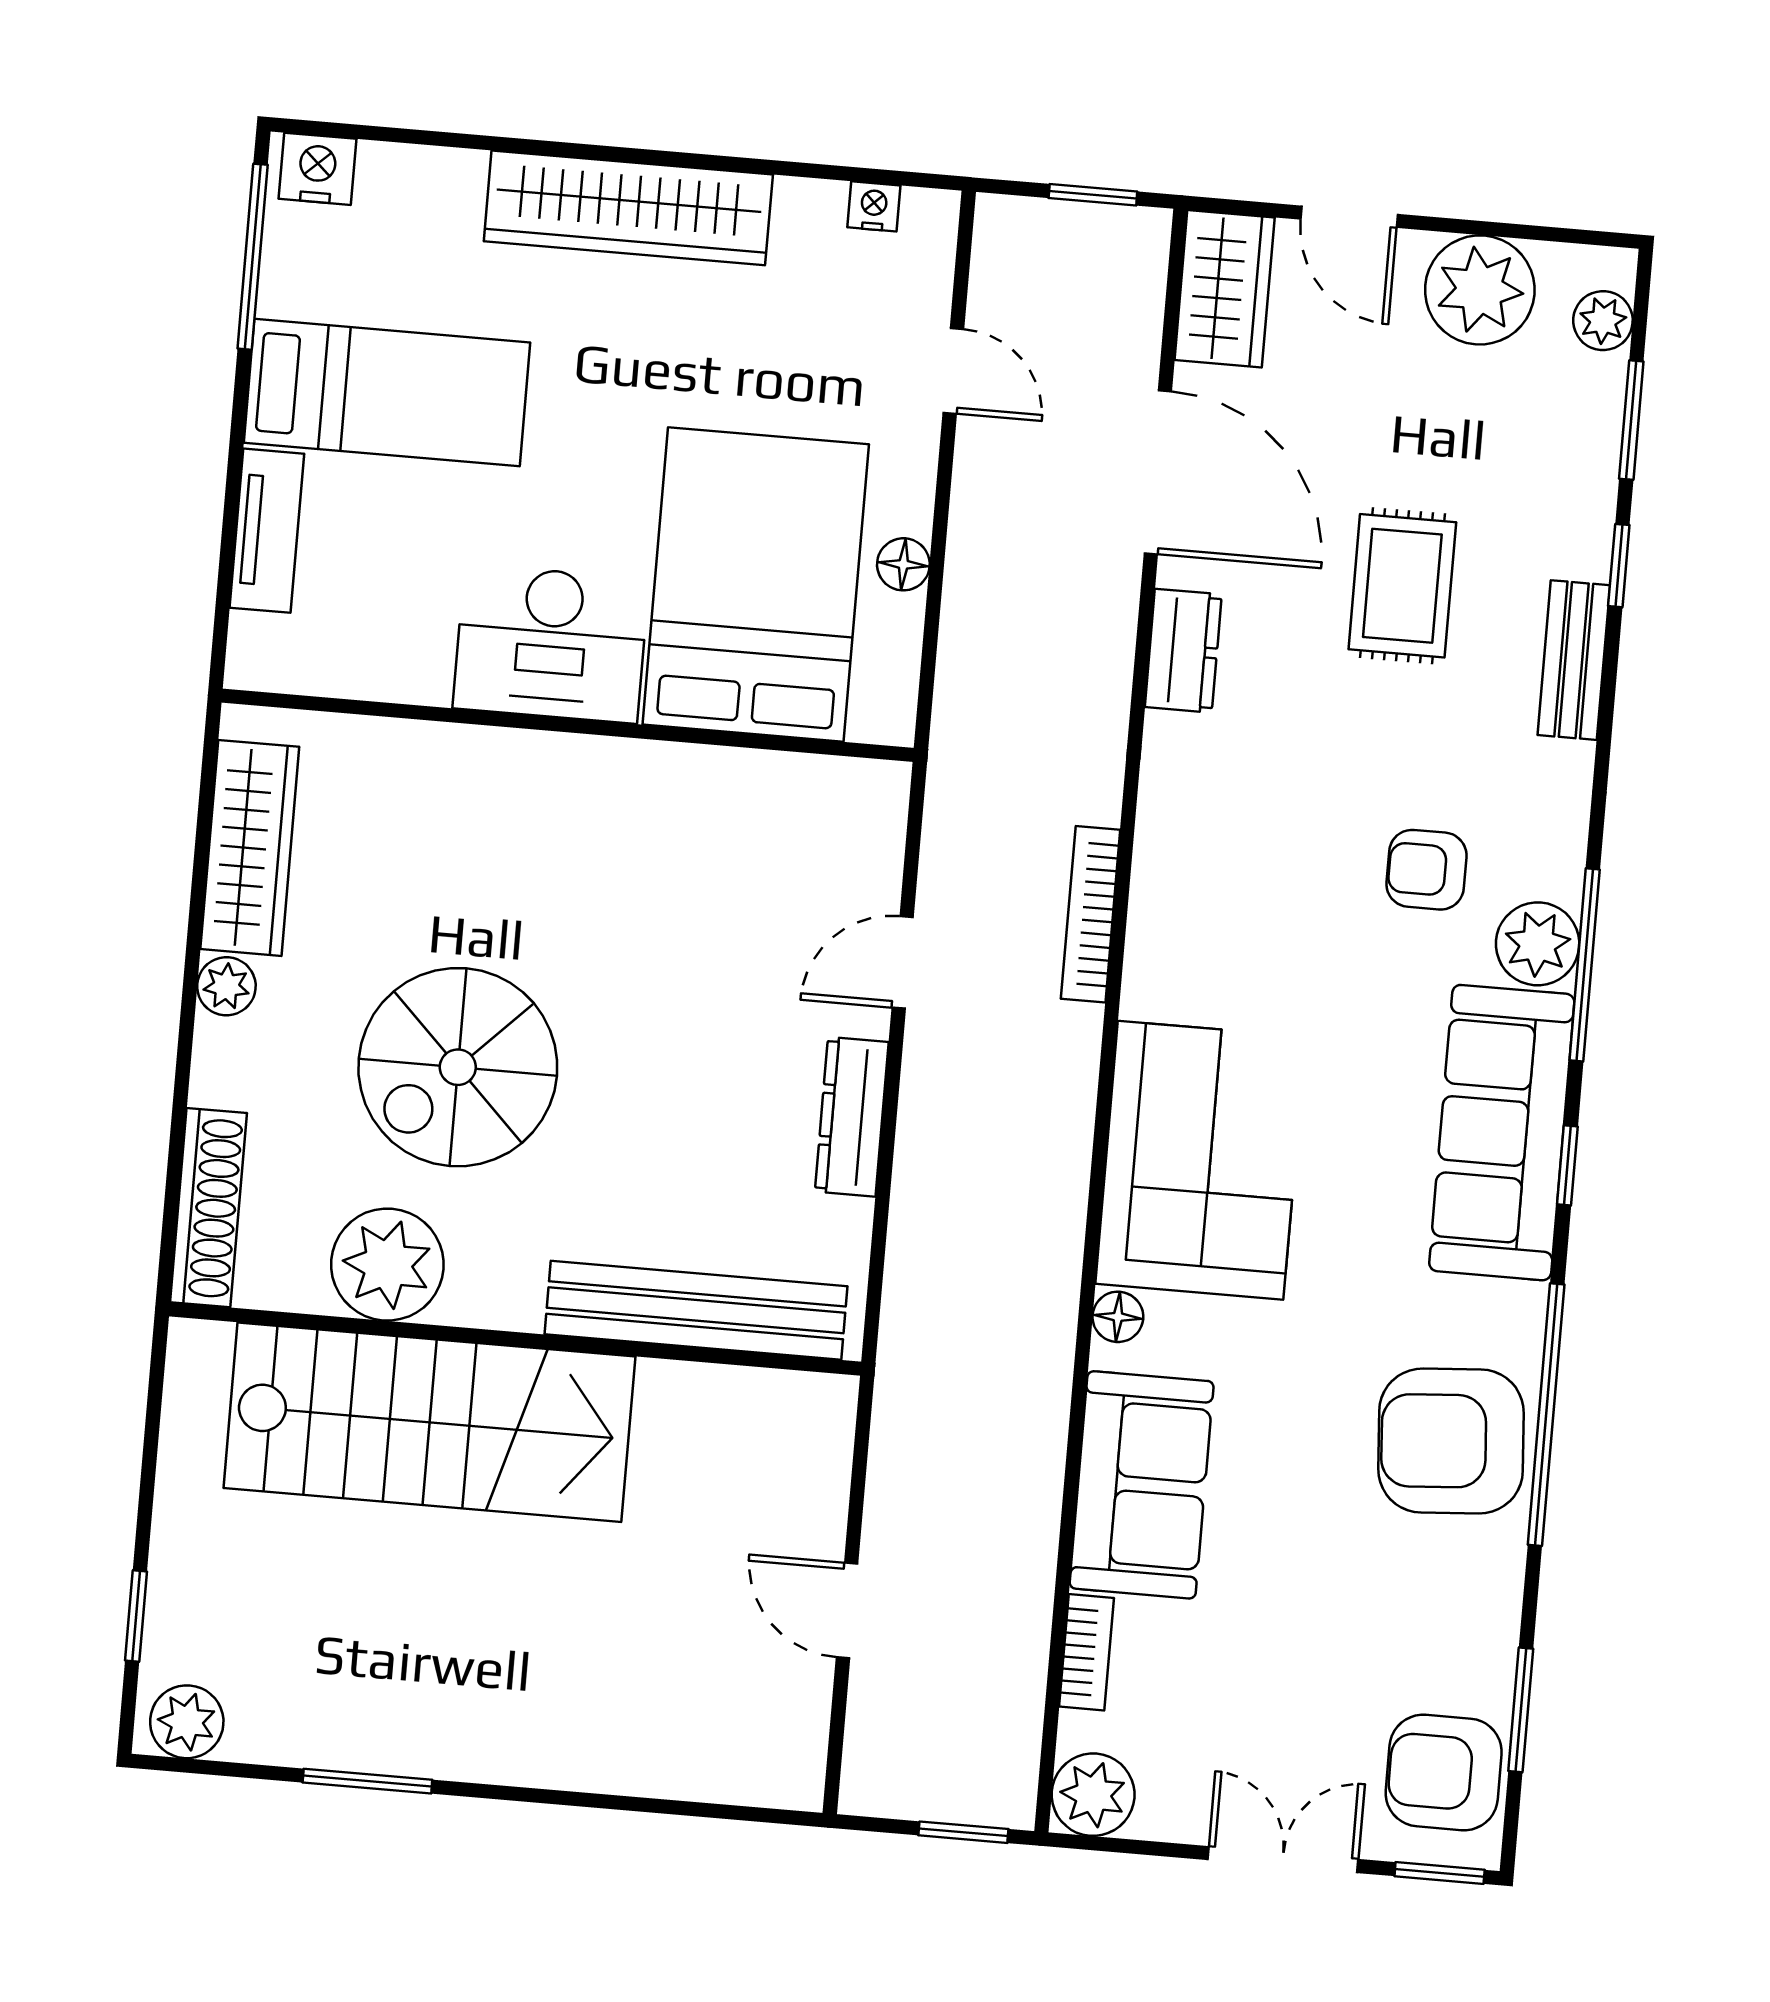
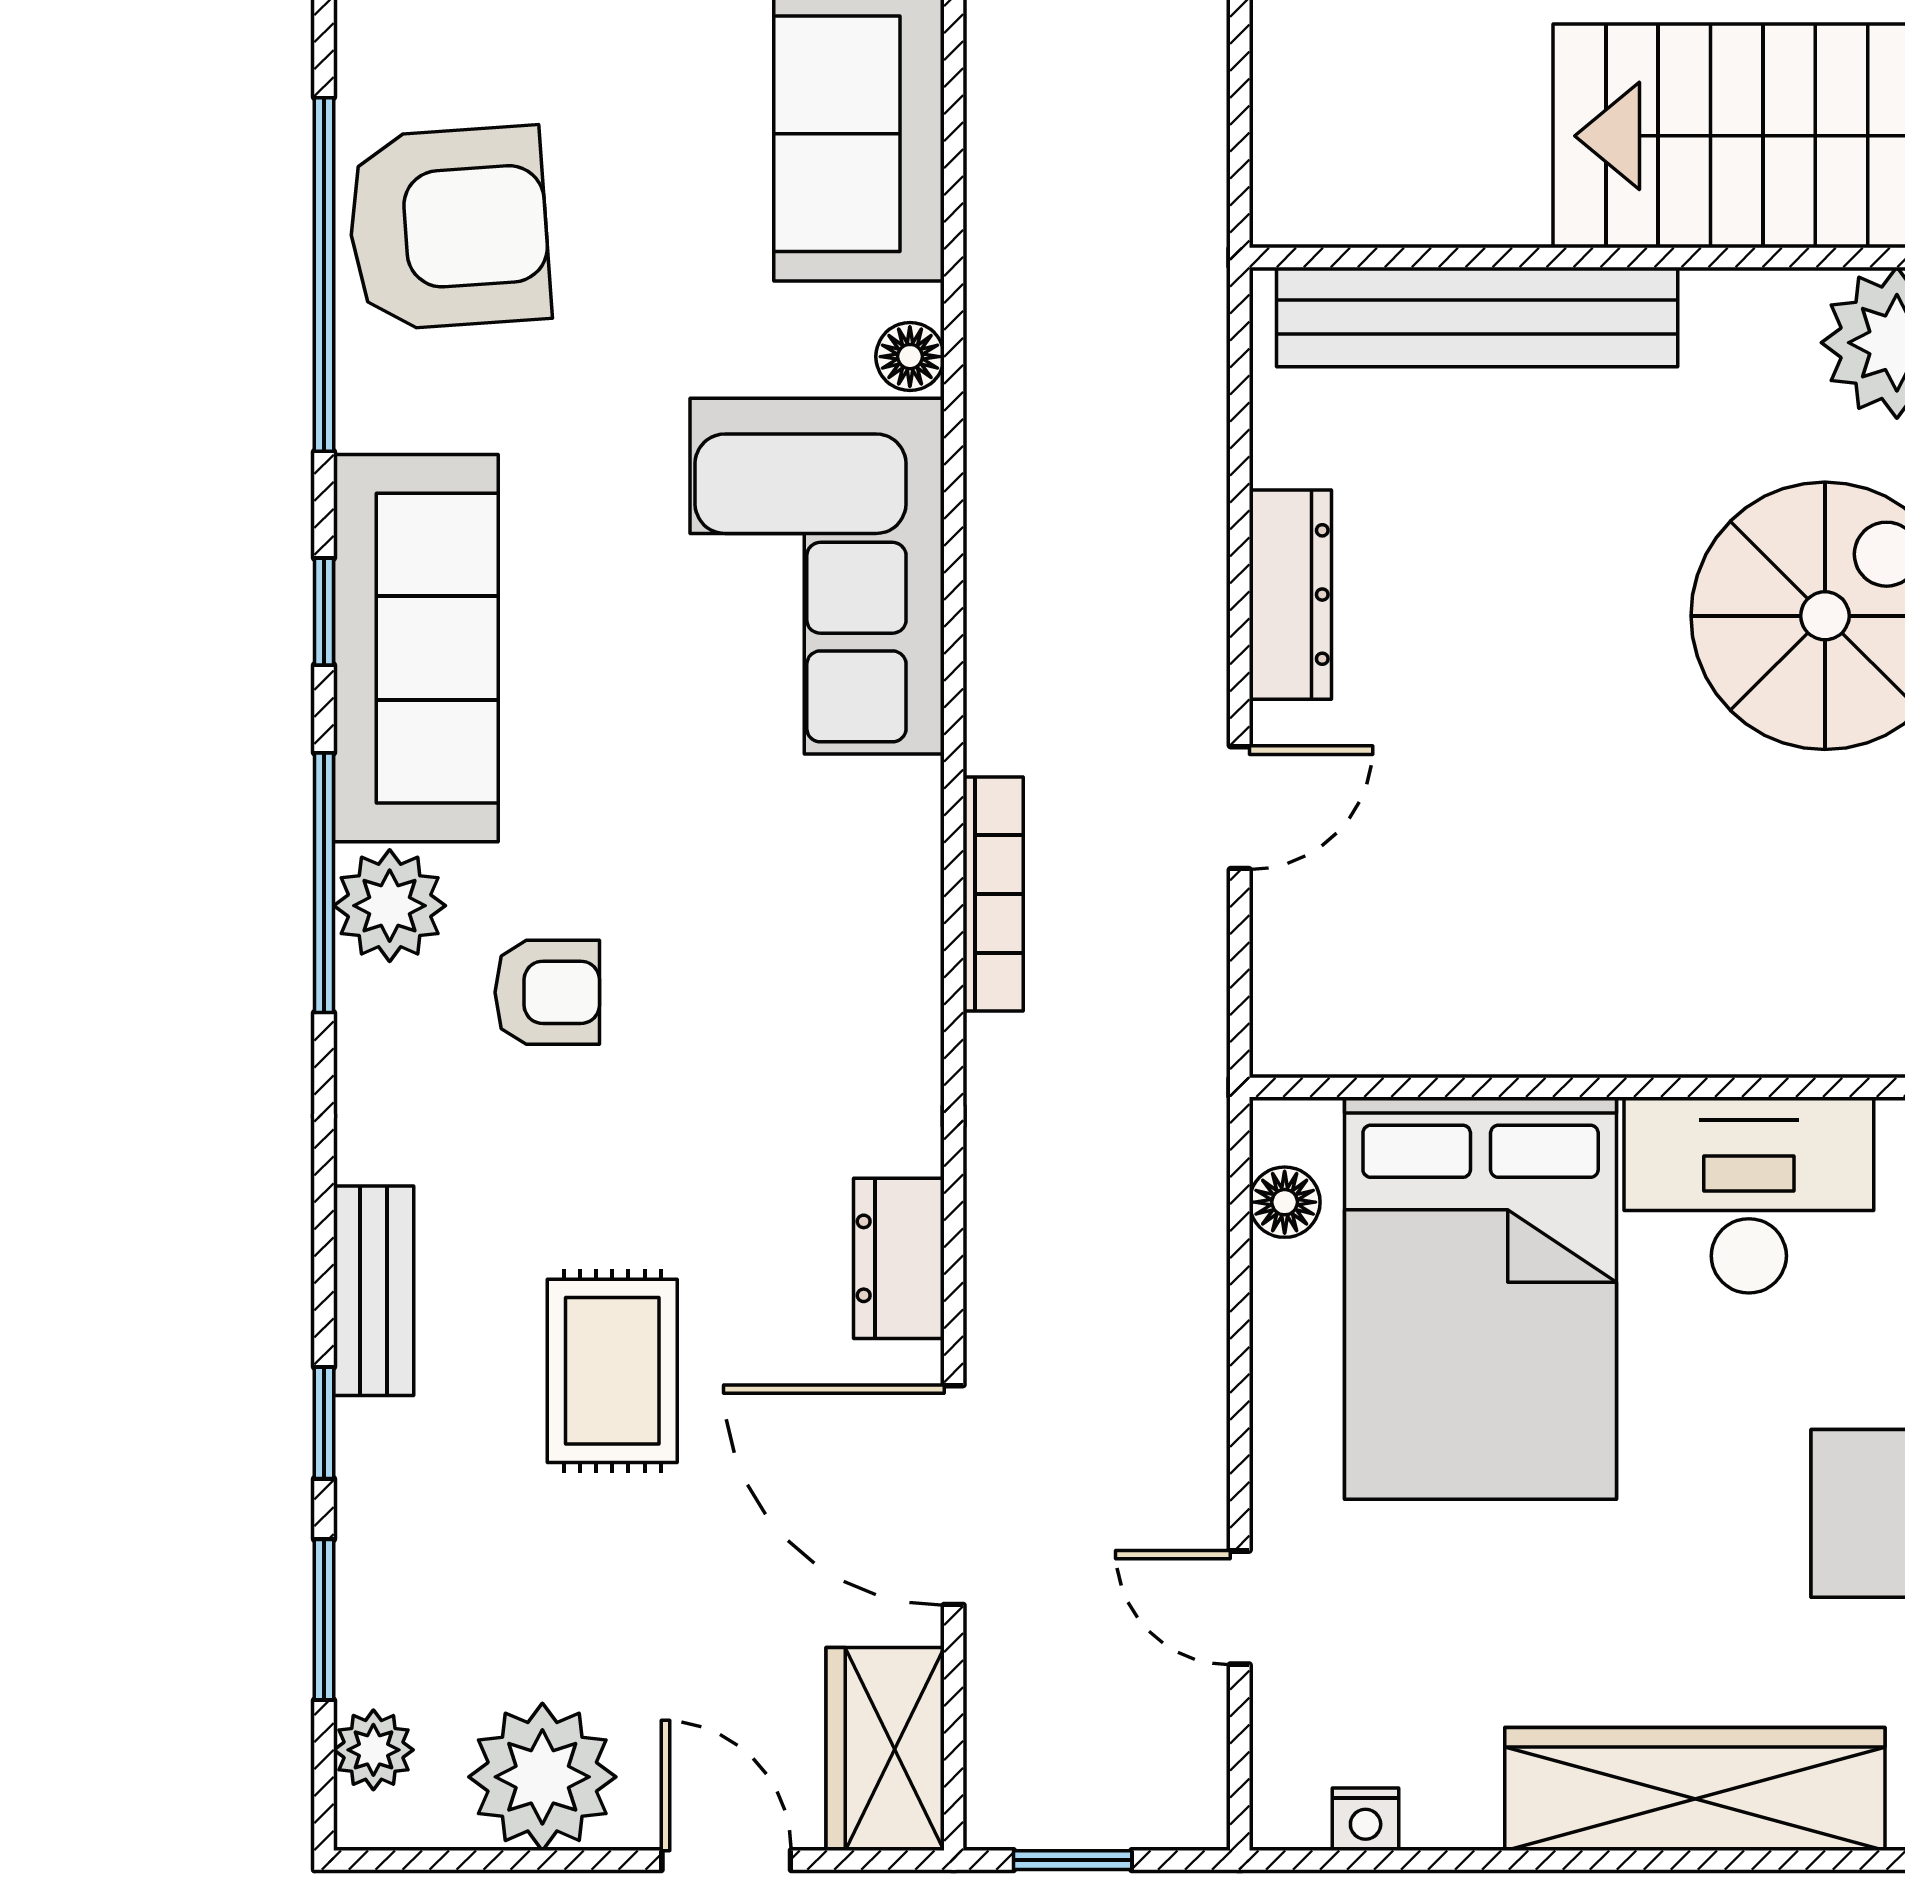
floor lamp: (903, 564) -> (1285, 1202), moved

